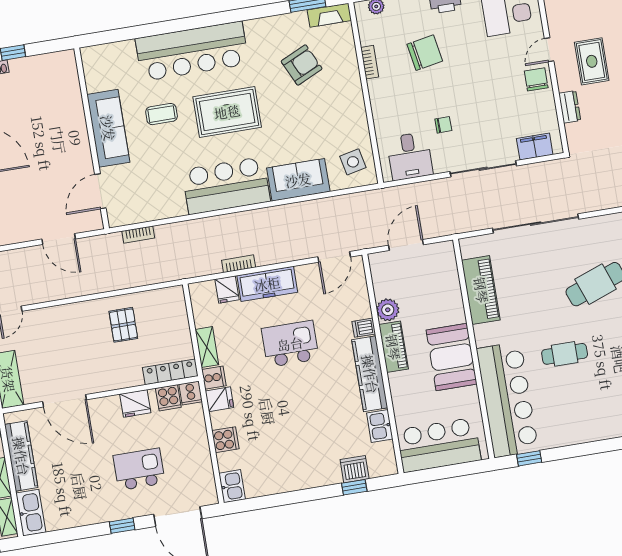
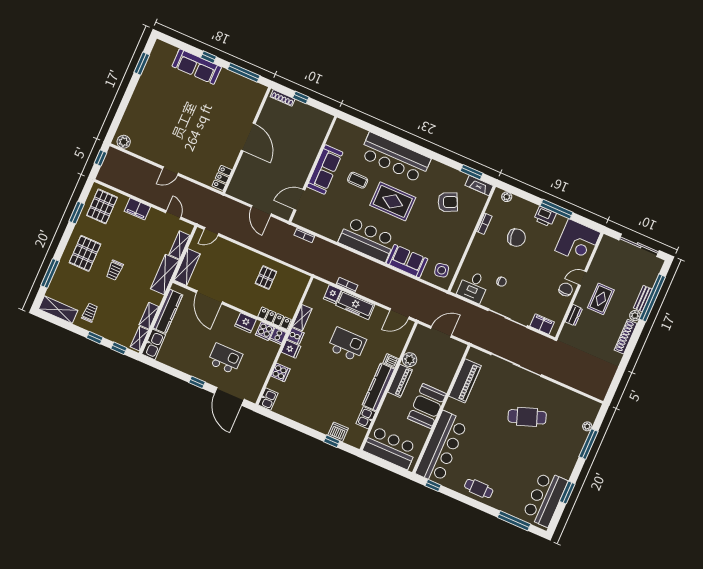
cafe table: (565, 354) -> (479, 489), moved

